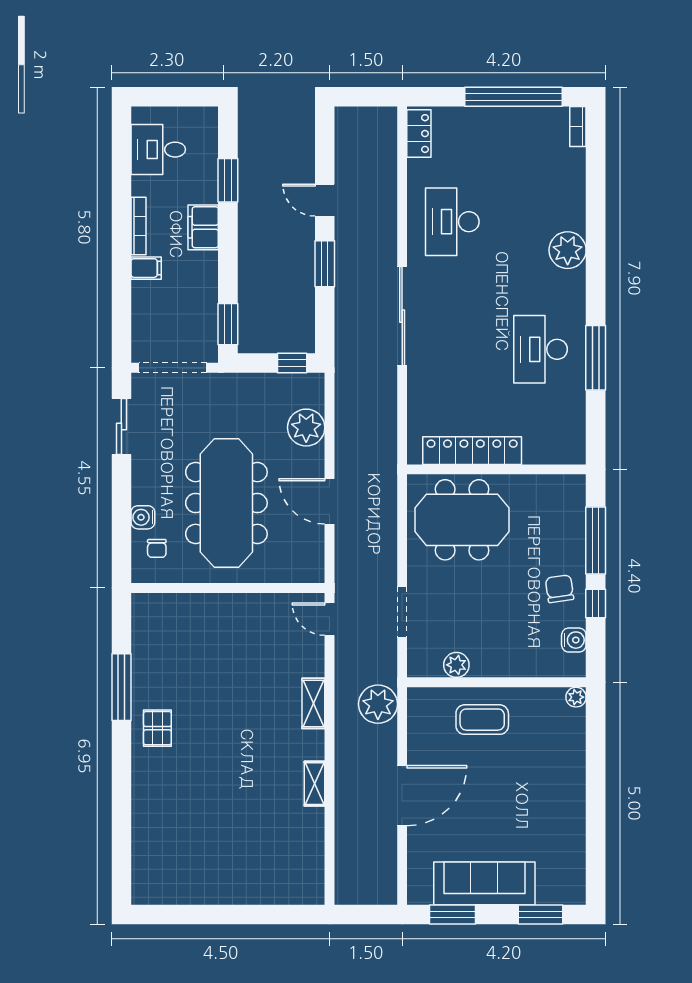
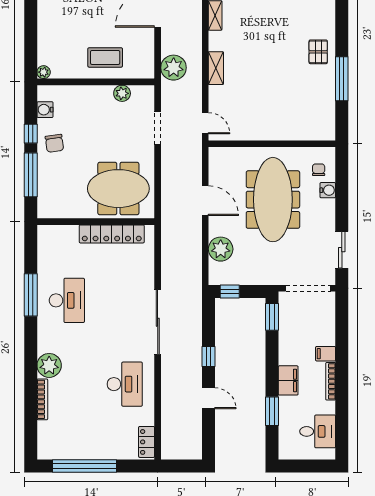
bookcase: (578, 127) -> (42, 399), moved, width x1.56
window: (325, 264) -> (208, 357), width x0.67

